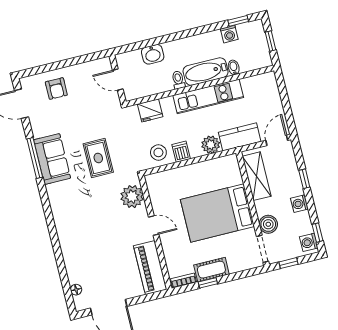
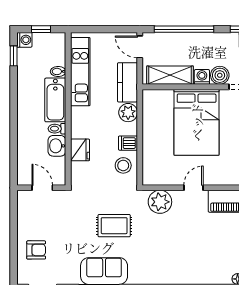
washing machine: (229, 34) -> (24, 40), moved
washbasin: (153, 54) -> (57, 146), moved, turned 180
door: (118, 80) -> (42, 188), swing flipped
kitchen unit: (208, 96) -> (80, 72), moved
fridge: (150, 110) -> (80, 150), moved
window: (304, 179) -> (184, 29), width x3.17
washing machine: (299, 204) -> (202, 77), moved, turned 180

